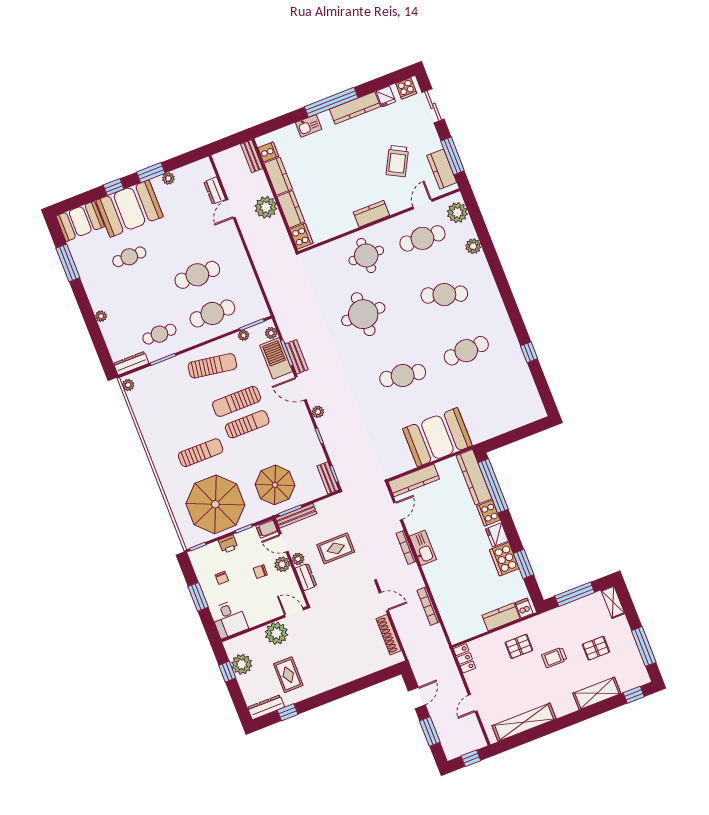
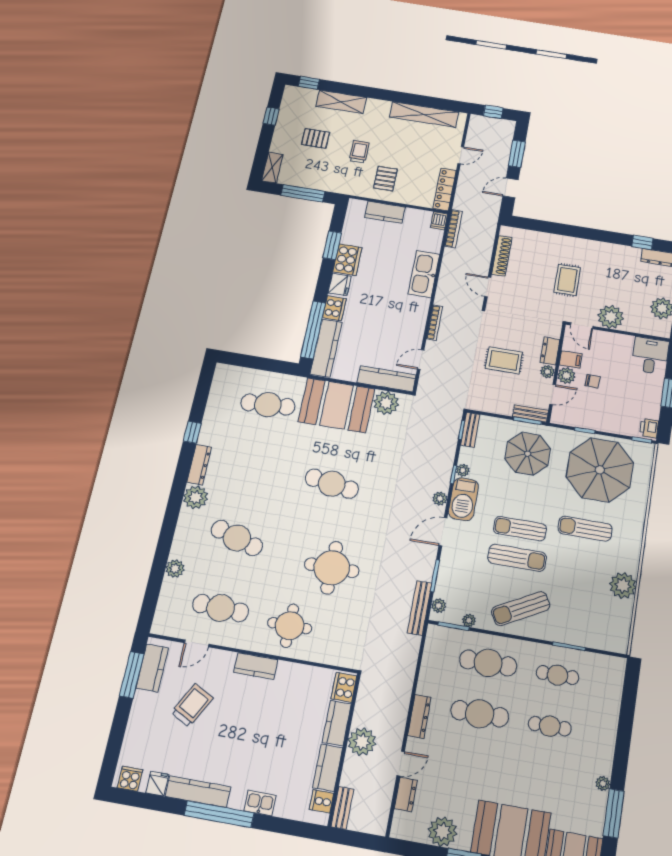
sliding door: (433, 106) -> (115, 742), removed
plant: (168, 178) -> (443, 832), width x1.88, depth x1.88
plant: (457, 213) -> (196, 497), moved
cafe table: (129, 257) -> (550, 726), moved
plant: (101, 316) -> (603, 783), moved
dresser: (507, 331) -> (199, 465), added
cafe table: (466, 351) -> (268, 405), moved
bench: (297, 357) -> (420, 608), moved, width x1.36
barbecue: (276, 358) -> (463, 499), moved
dresser: (131, 363) -> (419, 716), moved, turned -90
sun lounger: (212, 366) -> (521, 609), turned -38
plant: (128, 385) -> (623, 585), moved, width x1.87, depth x1.87
door: (301, 388) -> (443, 532), swing flipped
plant: (314, 443) -> (463, 470), added
plant: (402, 461) -> (386, 403), added
bench: (296, 516) -> (530, 413), width x0.73
filing cabinet: (267, 529) -> (571, 359), moved
door: (284, 543) -> (553, 395), hinge flipped
printer: (228, 544) -> (649, 428), moved, turned -90
kitchen sink: (423, 548) -> (424, 274), moved, width x1.36, depth x1.24
chair: (222, 578) -> (635, 397), removed
bookcase: (428, 606) -> (453, 229), moved
dishwasher: (524, 608) -> (439, 221), moved
pallet: (519, 646) -> (385, 179), turned 90
window: (644, 646) -> (271, 116), width x0.46
trolley: (554, 657) -> (359, 152), turned -90
locker: (464, 658) -> (445, 189), width x1.53
rug: (288, 675) -> (567, 280), moved

